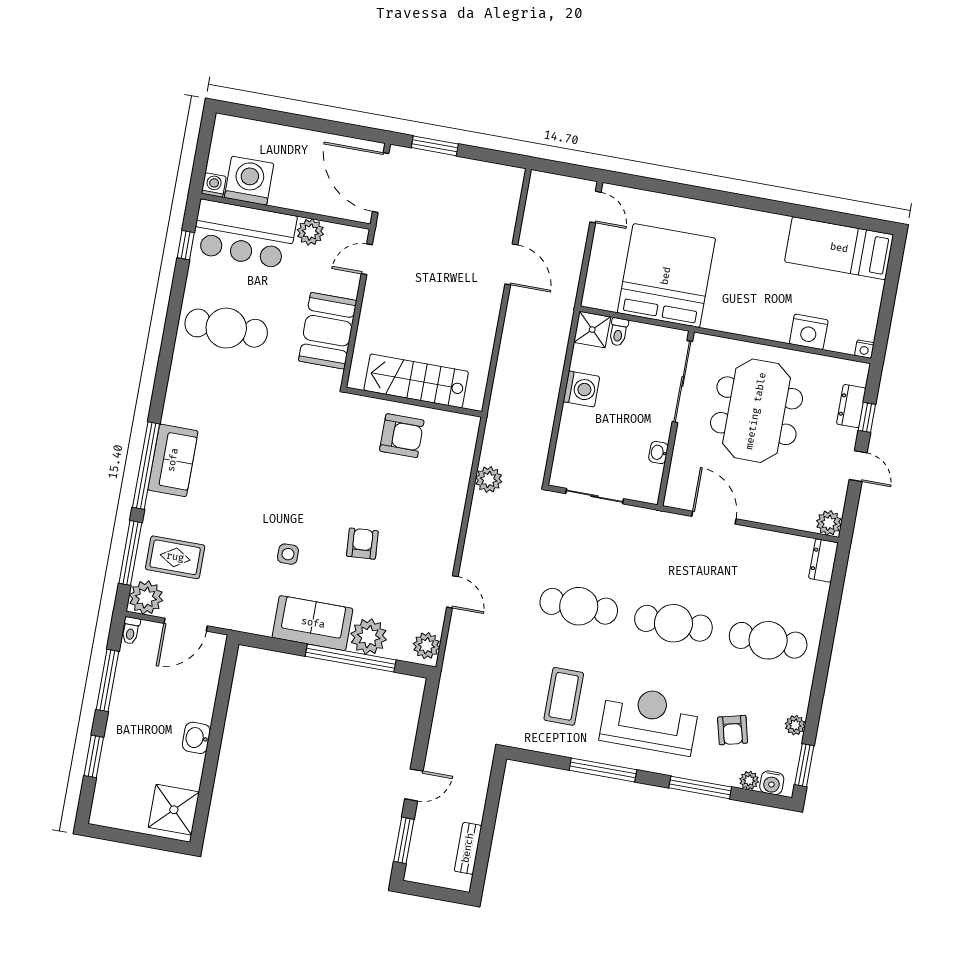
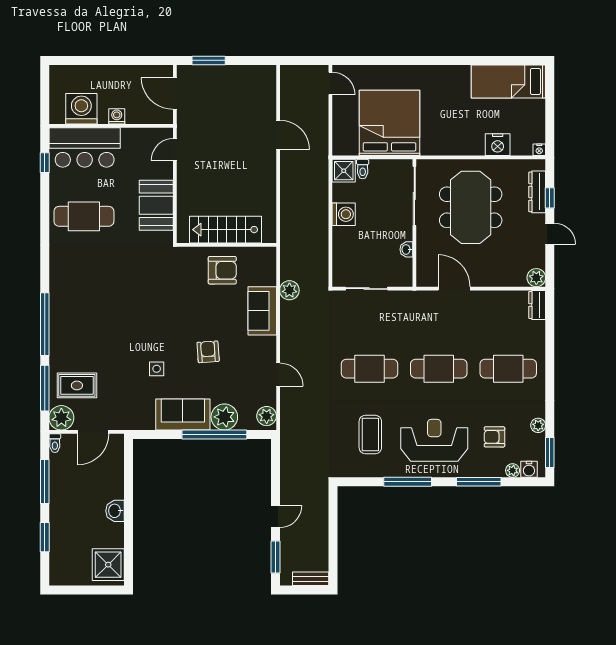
door: (381, 183) -> (175, 93), width x0.73
washing machine: (214, 185) -> (117, 116), moved
plant: (310, 232) -> (131, 137), removed
dresser: (851, 406) -> (537, 192), width x1.44
sofa: (173, 460) -> (262, 311), moved, turned 180
armchair: (733, 730) -> (494, 437), turned 104
bench: (468, 848) -> (311, 579), moved, turned 90

